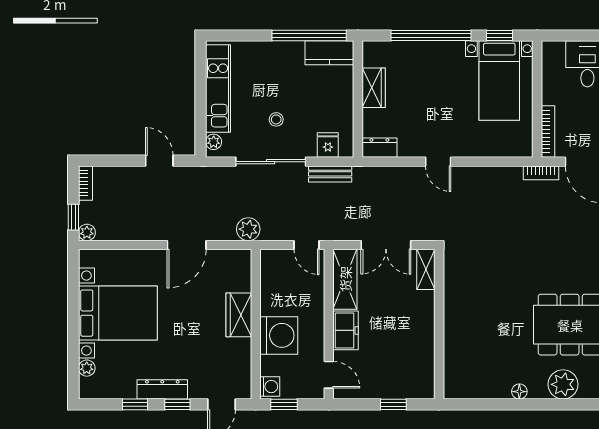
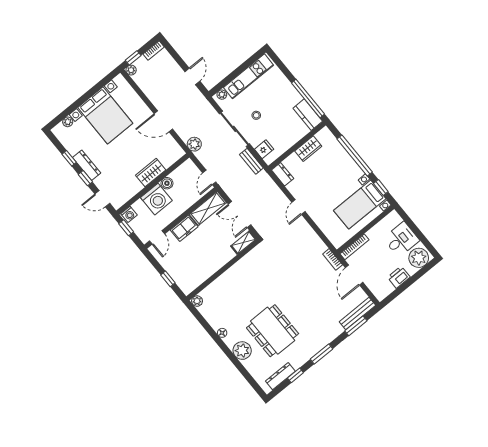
boiler: (270, 305) -> (167, 183), added
plant: (452, 390) -> (197, 301), added

